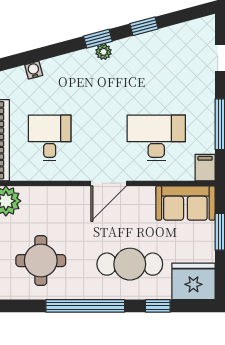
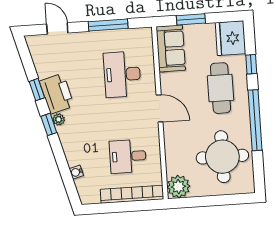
printer: (137, 52) -> (57, 94), added
filing cabinet: (205, 168) -> (142, 35), removed
round table: (41, 261) -> (222, 157), width x1.36, depth x1.36

